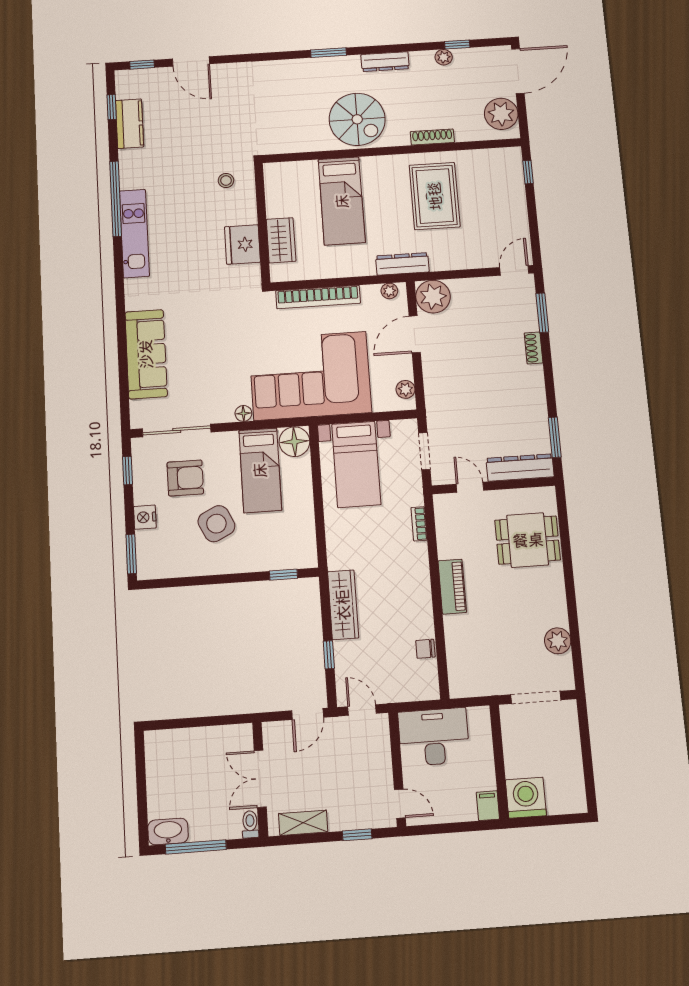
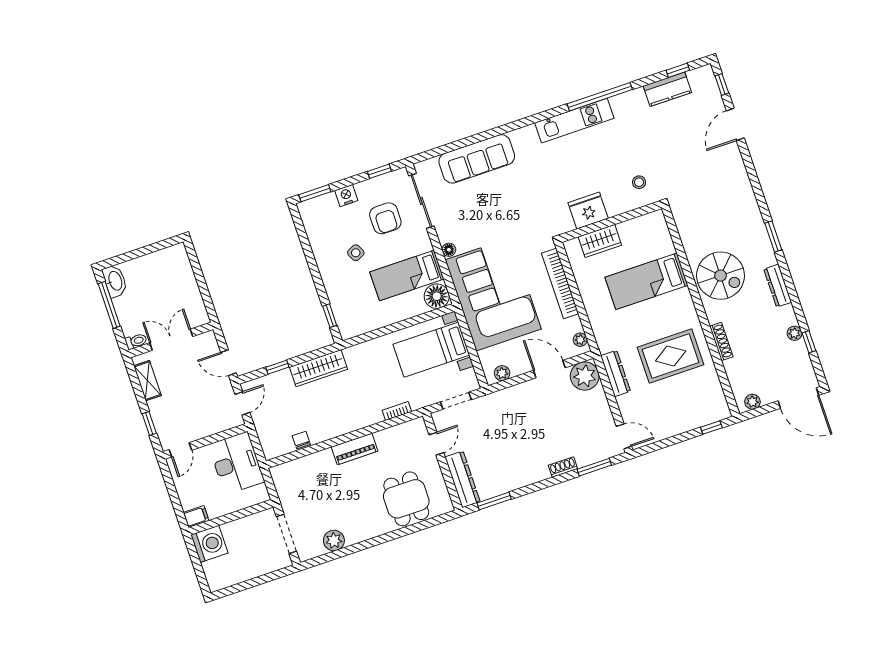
plant: (501, 114) -> (752, 402), width x0.53, depth x0.53
spiral stairs: (357, 119) -> (721, 276), turned -90
dresser: (402, 264) -> (616, 373), moved
side table: (216, 524) -> (356, 253), width x0.54, depth x0.54

